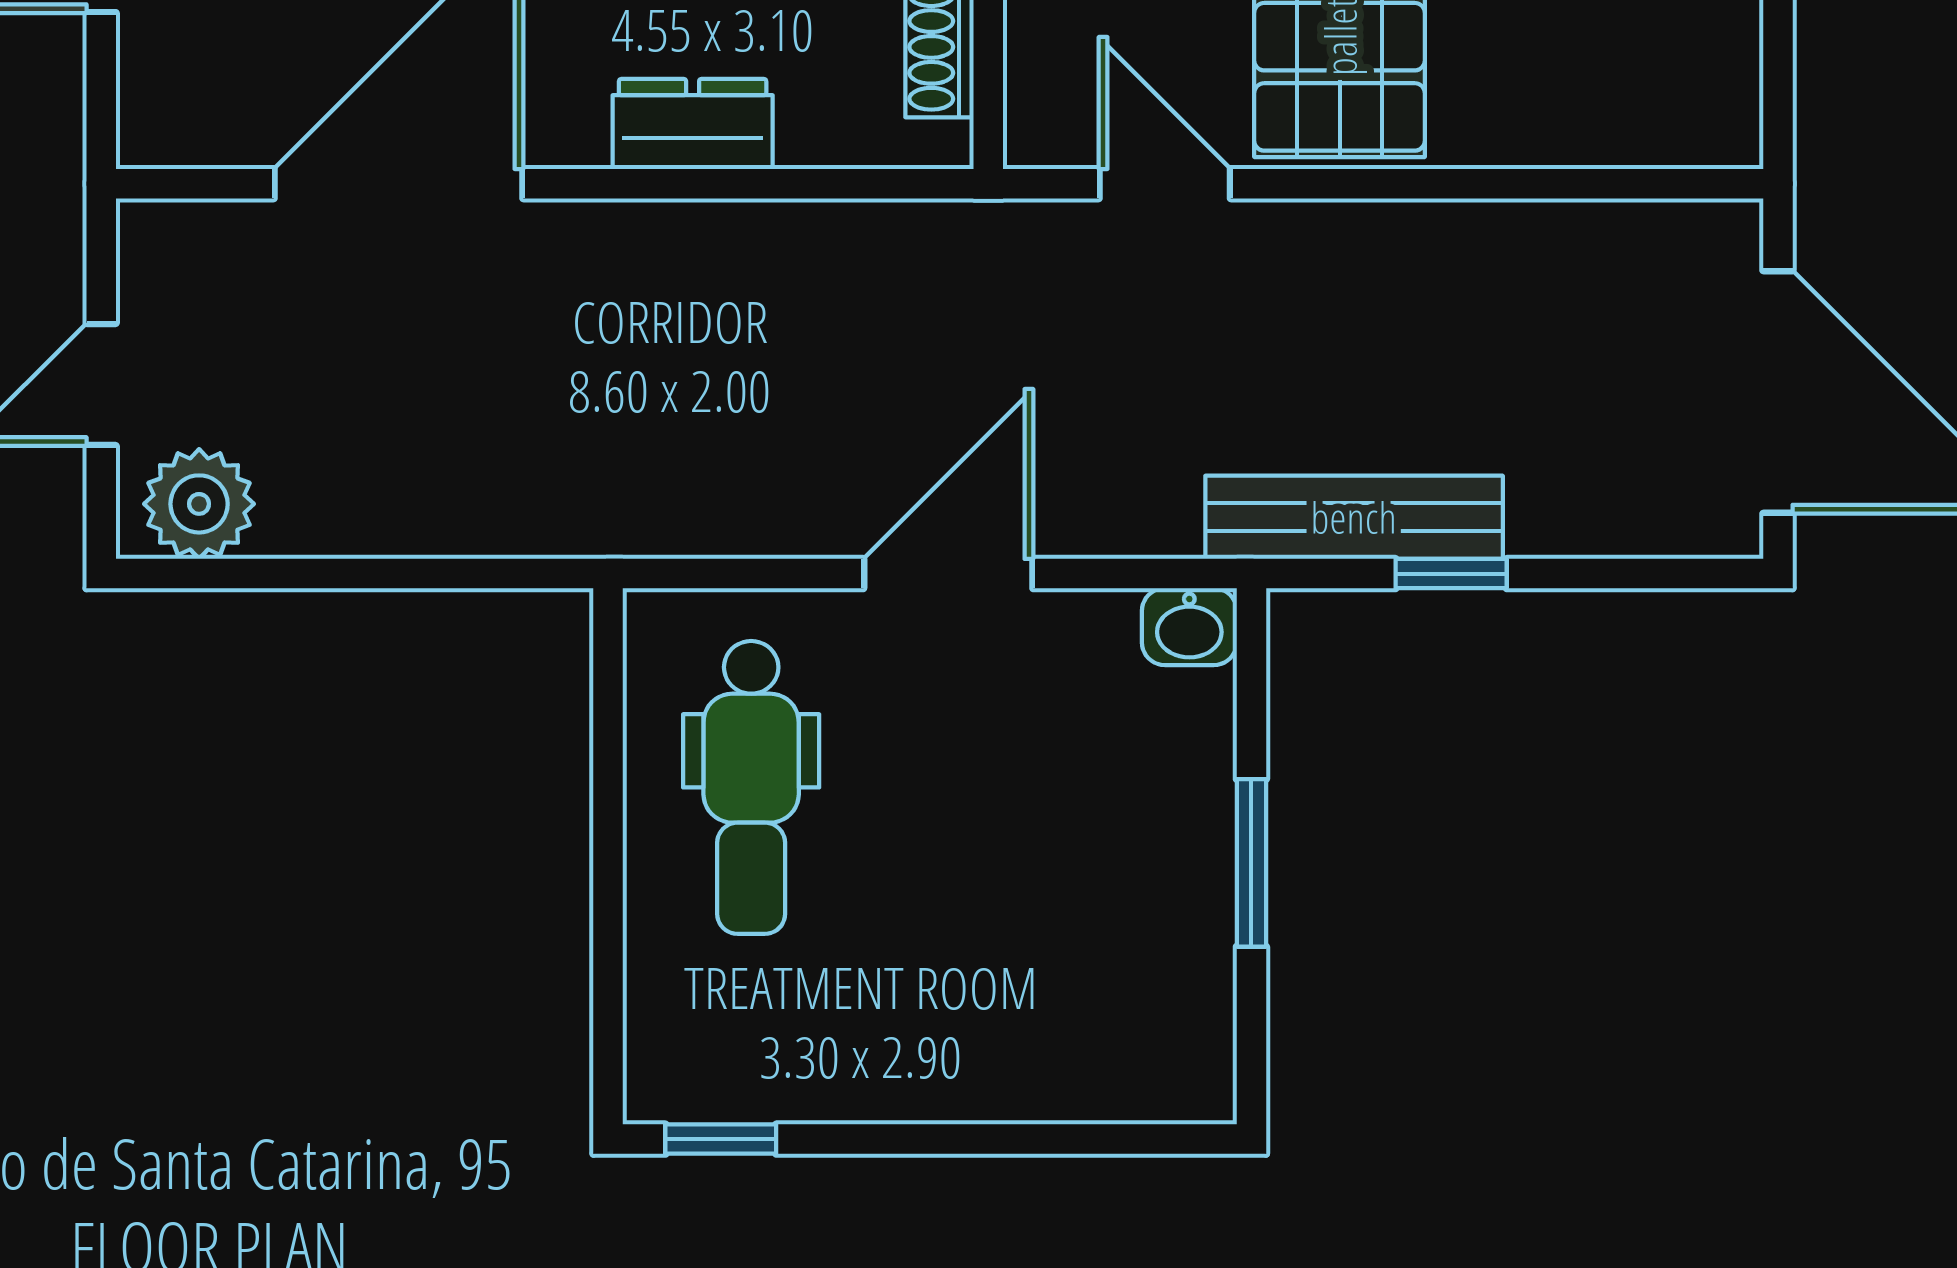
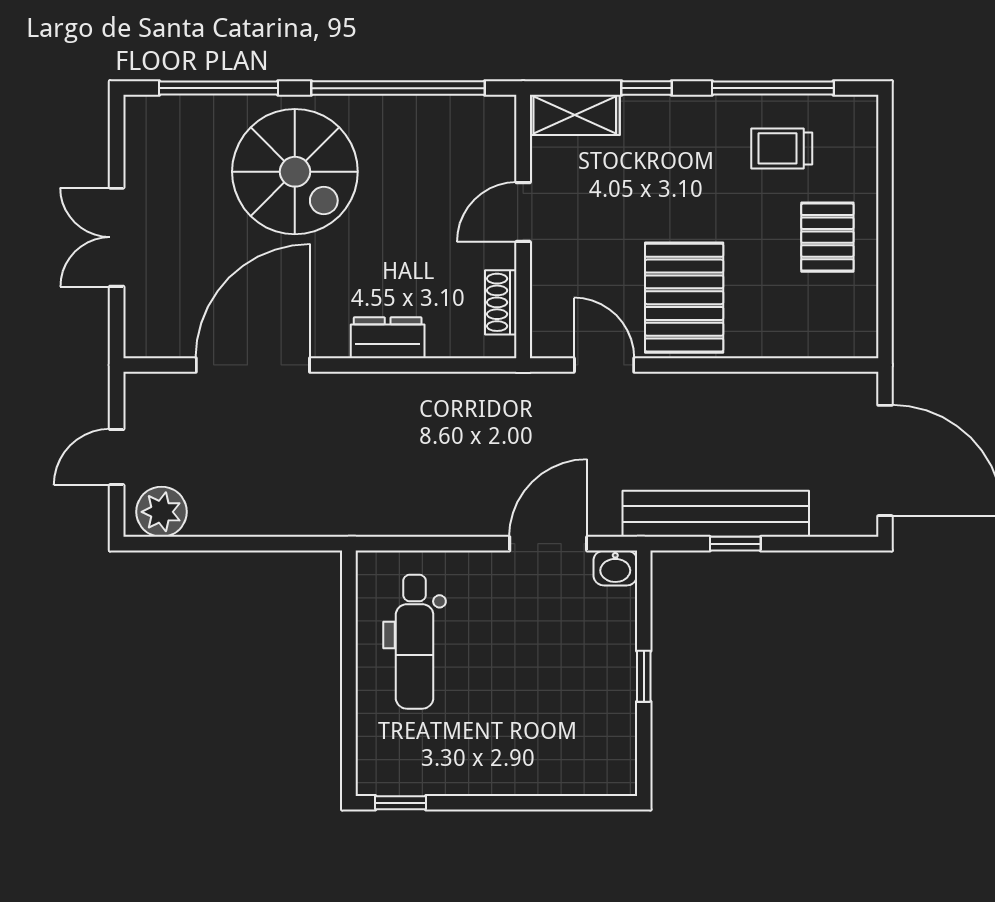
bench: (1354, 517) -> (716, 514), width x1.37, depth x1.21
door: (948, 574) -> (548, 544), moved
window: (1251, 863) -> (644, 676), width x0.67

